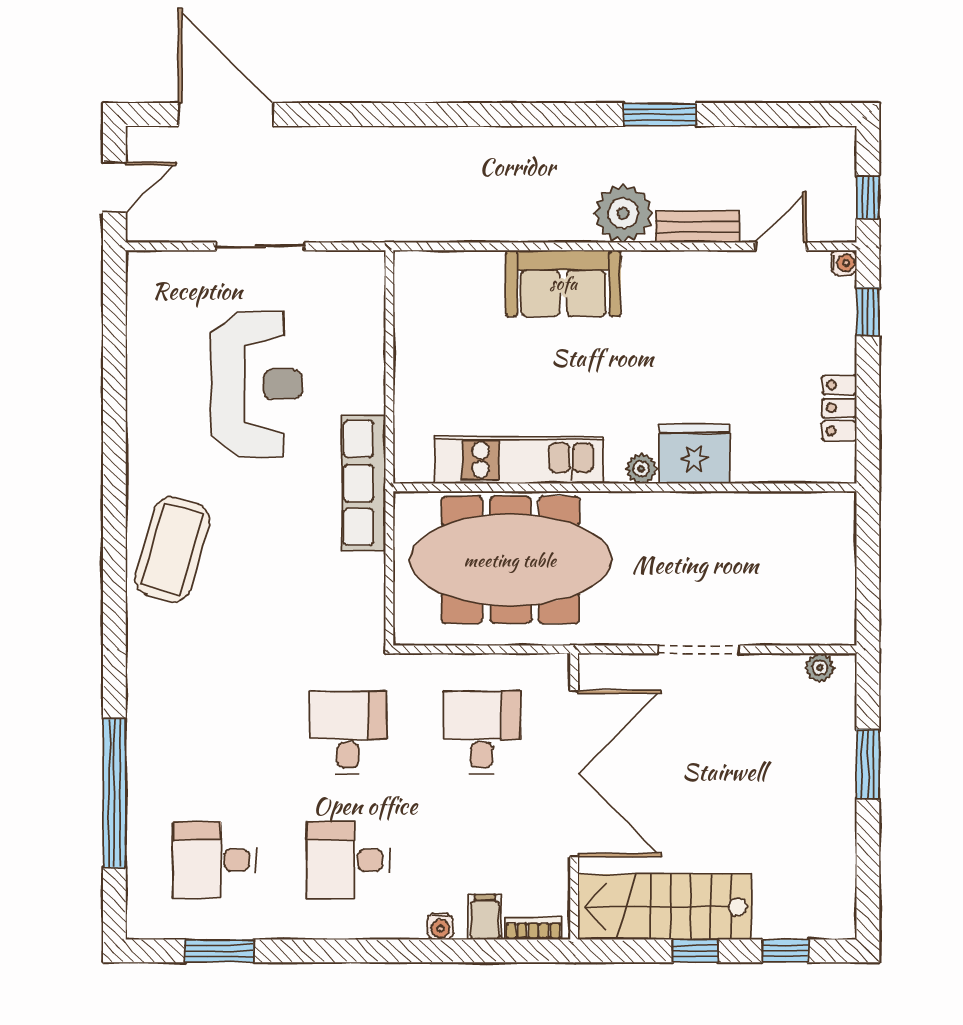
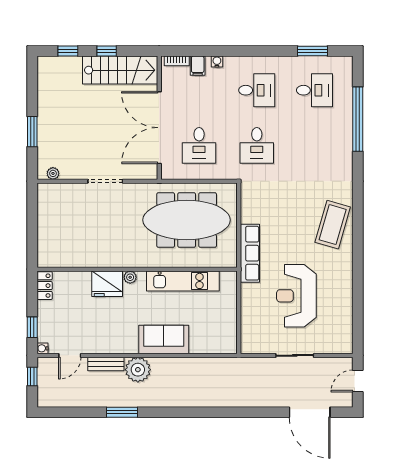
fridge: (694, 454) -> (107, 284), moved
kitchen unit: (519, 460) -> (183, 281), moved
plant: (641, 469) -> (130, 277), moved
wall: (625, 487) -> (137, 269), moved

